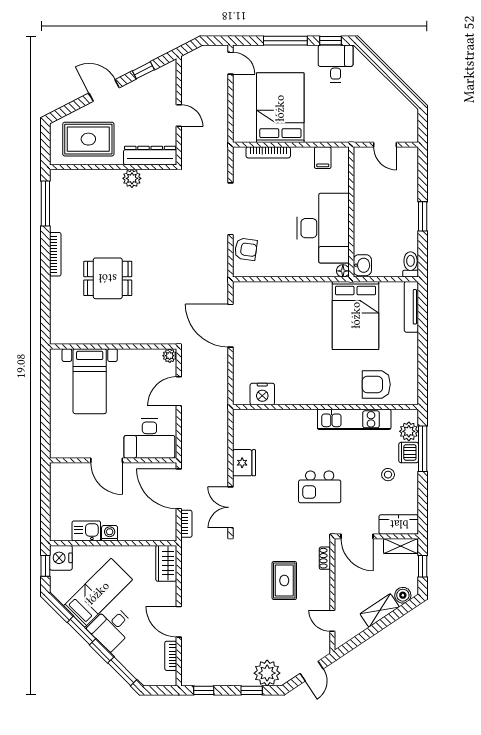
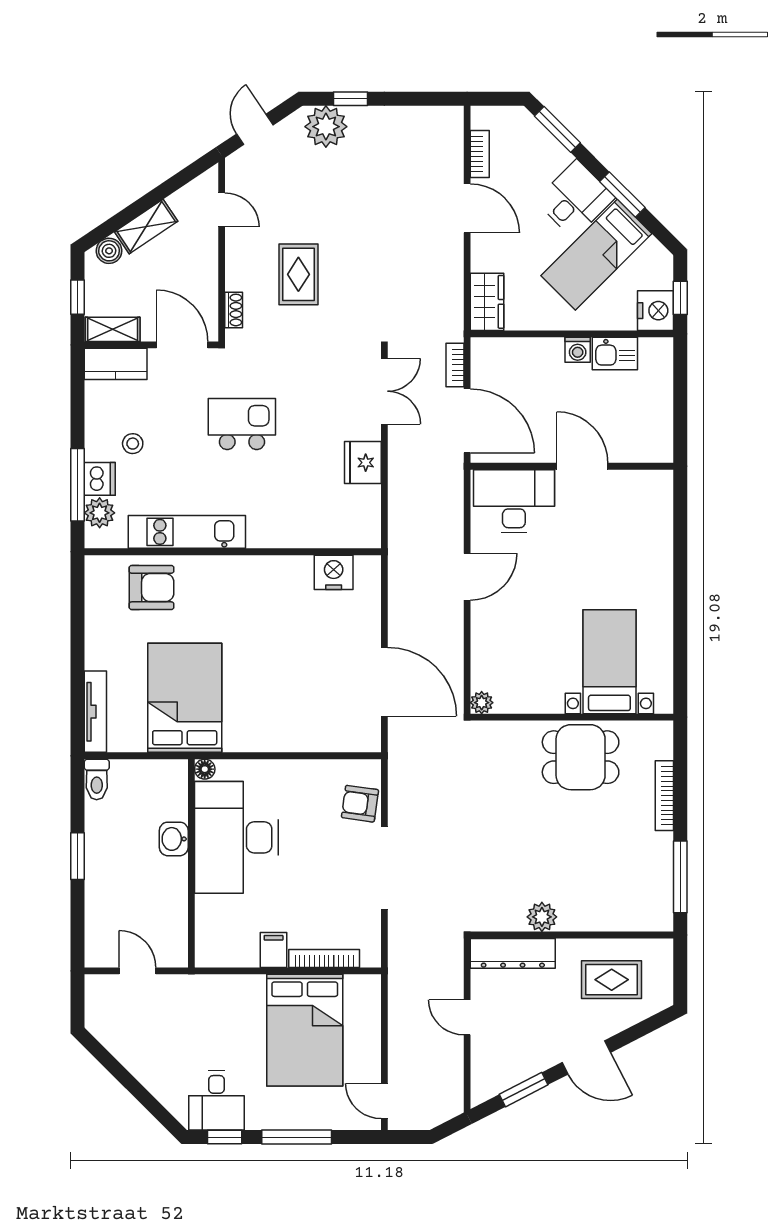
window: (143, 70) -> (524, 1090), width x1.50
rug: (88, 139) -> (612, 980), width x0.73, depth x0.70
filing cabinet: (323, 158) -> (274, 950), moved
washbasin: (362, 265) -> (174, 839), moved
wall: (113, 347) -> (572, 717), moved
plant: (170, 356) -> (482, 703), moved
bed with nightstands: (90, 381) -> (609, 662), moved
window: (204, 690) -> (427, 99), removed

